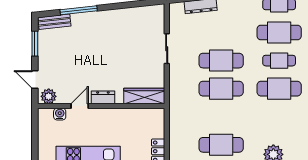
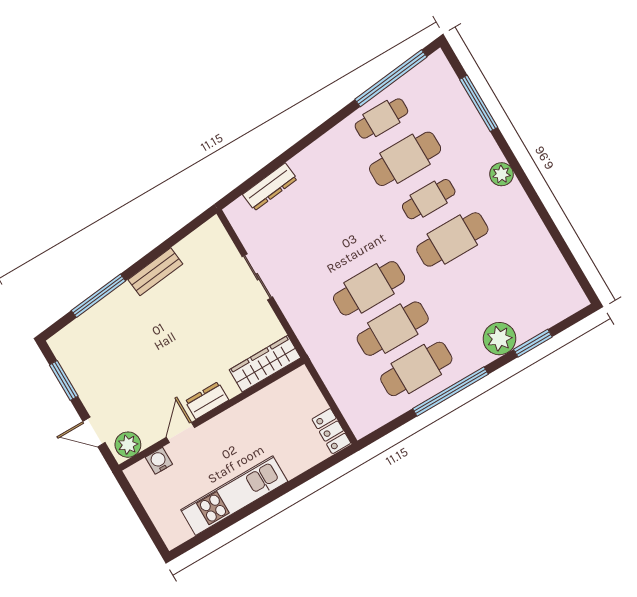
bench: (54, 22) -> (155, 272), moved
cafe table: (221, 61) -> (393, 329), moved

